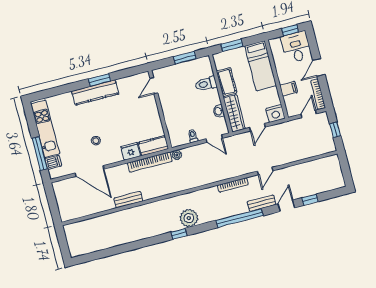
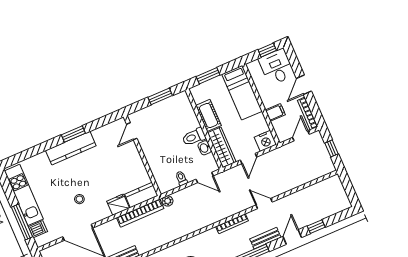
toilet: (206, 84) -> (194, 137), moved
door: (265, 171) -> (264, 203), swing flipped

